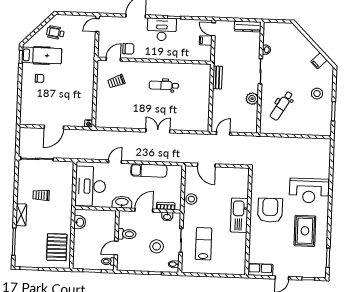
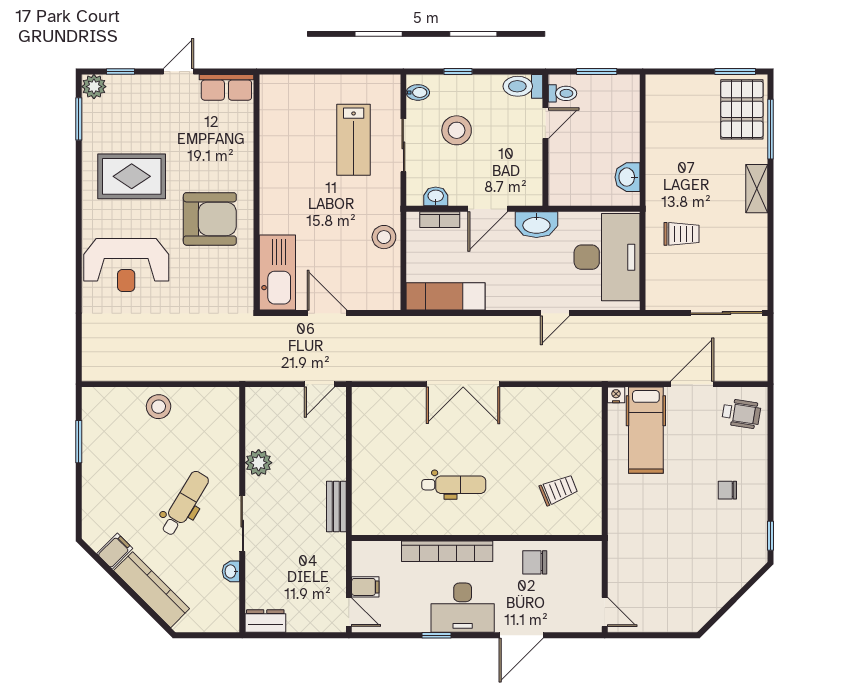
door: (97, 25) -> (605, 612), hinge flipped
dresser: (248, 26) -> (265, 621), width x0.70
wheelchair: (55, 33) -> (741, 414), moved
kitchen counter: (303, 43) -> (152, 590), added
hospital bed: (42, 55) -> (646, 430), moved, turned -90
bookcase: (168, 55) -> (447, 551), added
door: (113, 59) -> (567, 538), removed
stool: (317, 94) -> (159, 407), moved
dental chair: (282, 106) -> (185, 503), moved
double door: (158, 131) -> (463, 384), width x1.37
door: (206, 165) -> (327, 313), moved
exam couch: (149, 171) -> (446, 296), moved
reception desk: (309, 191) -> (126, 265), turned 180
trolley: (41, 195) -> (682, 234), moved
armchair: (270, 210) -> (210, 219), turned -90
kitchen sink: (239, 215) -> (277, 273), moved
rug: (305, 231) -> (132, 176), turned 90
toilet: (127, 234) -> (523, 86), moved
pallet: (57, 247) -> (742, 109), moved
plant: (321, 272) -> (94, 87), added

